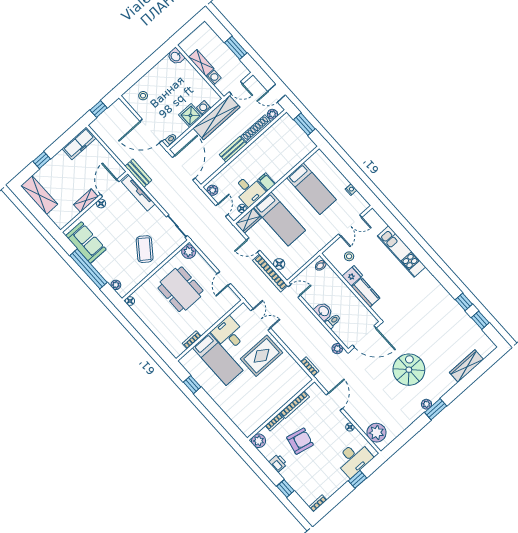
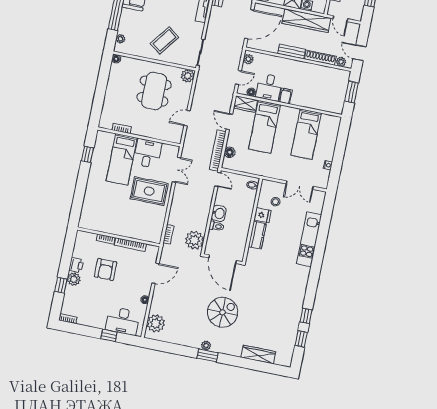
plant: (337, 349) -> (195, 240), width x1.88, depth x1.88
plant: (259, 441) -> (74, 279), moved
armchair: (300, 441) -> (106, 269), turned 77

